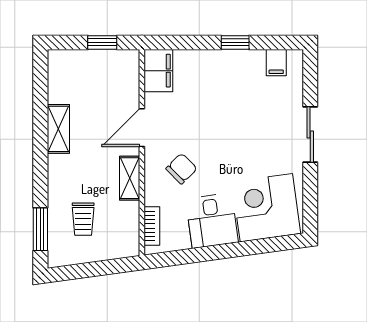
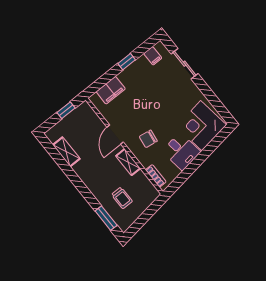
filing cabinet: (158, 71) -> (111, 90), moved, turned 90
shelving: (58, 129) -> (66, 152), moved
sliding door: (310, 134) -> (185, 64), moved
chair: (181, 169) -> (148, 139), turned -127

